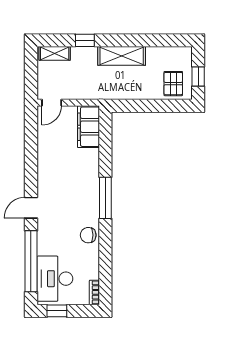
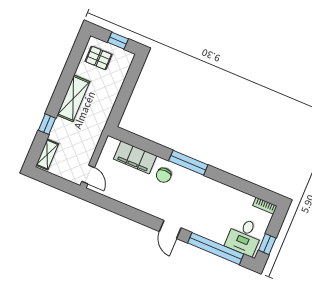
pallet: (173, 84) -> (99, 58), moved
filing cabinet: (88, 127) -> (135, 157), moved
chair: (88, 235) -> (164, 175), moved
desk: (55, 279) -> (244, 237), width x0.73

